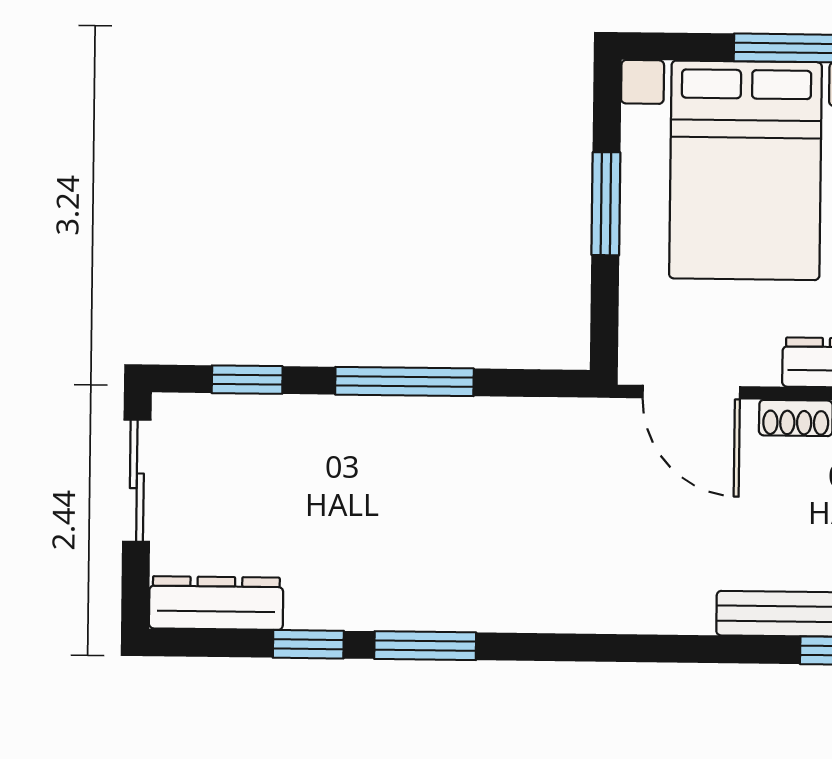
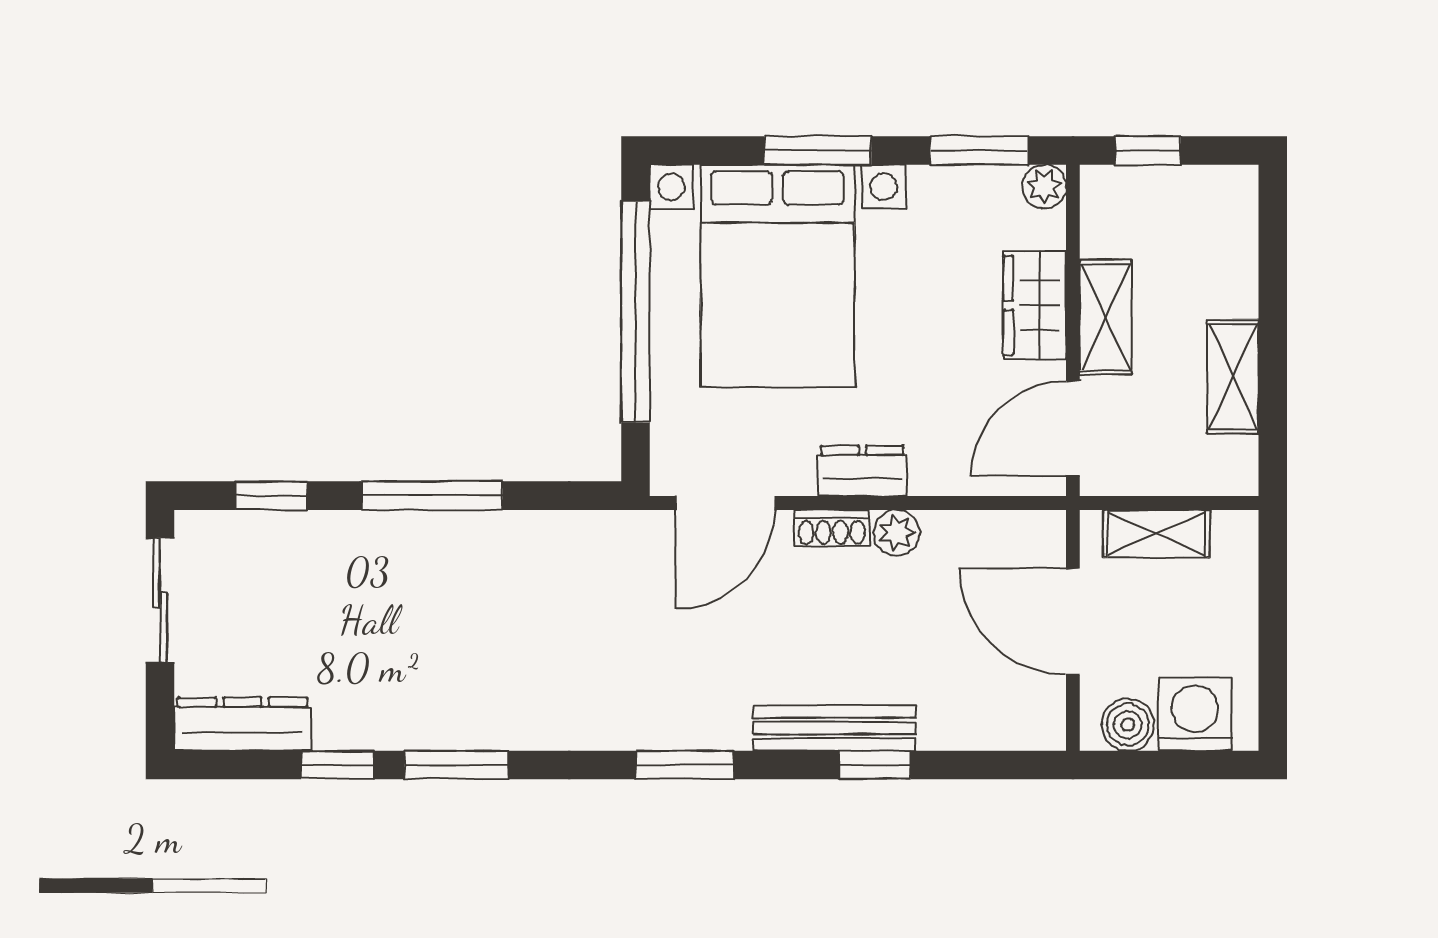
window: (606, 204) -> (635, 312), width x2.11
door: (691, 392) -> (725, 503), hinge flipped
window: (649, 648) -> (685, 765), added

